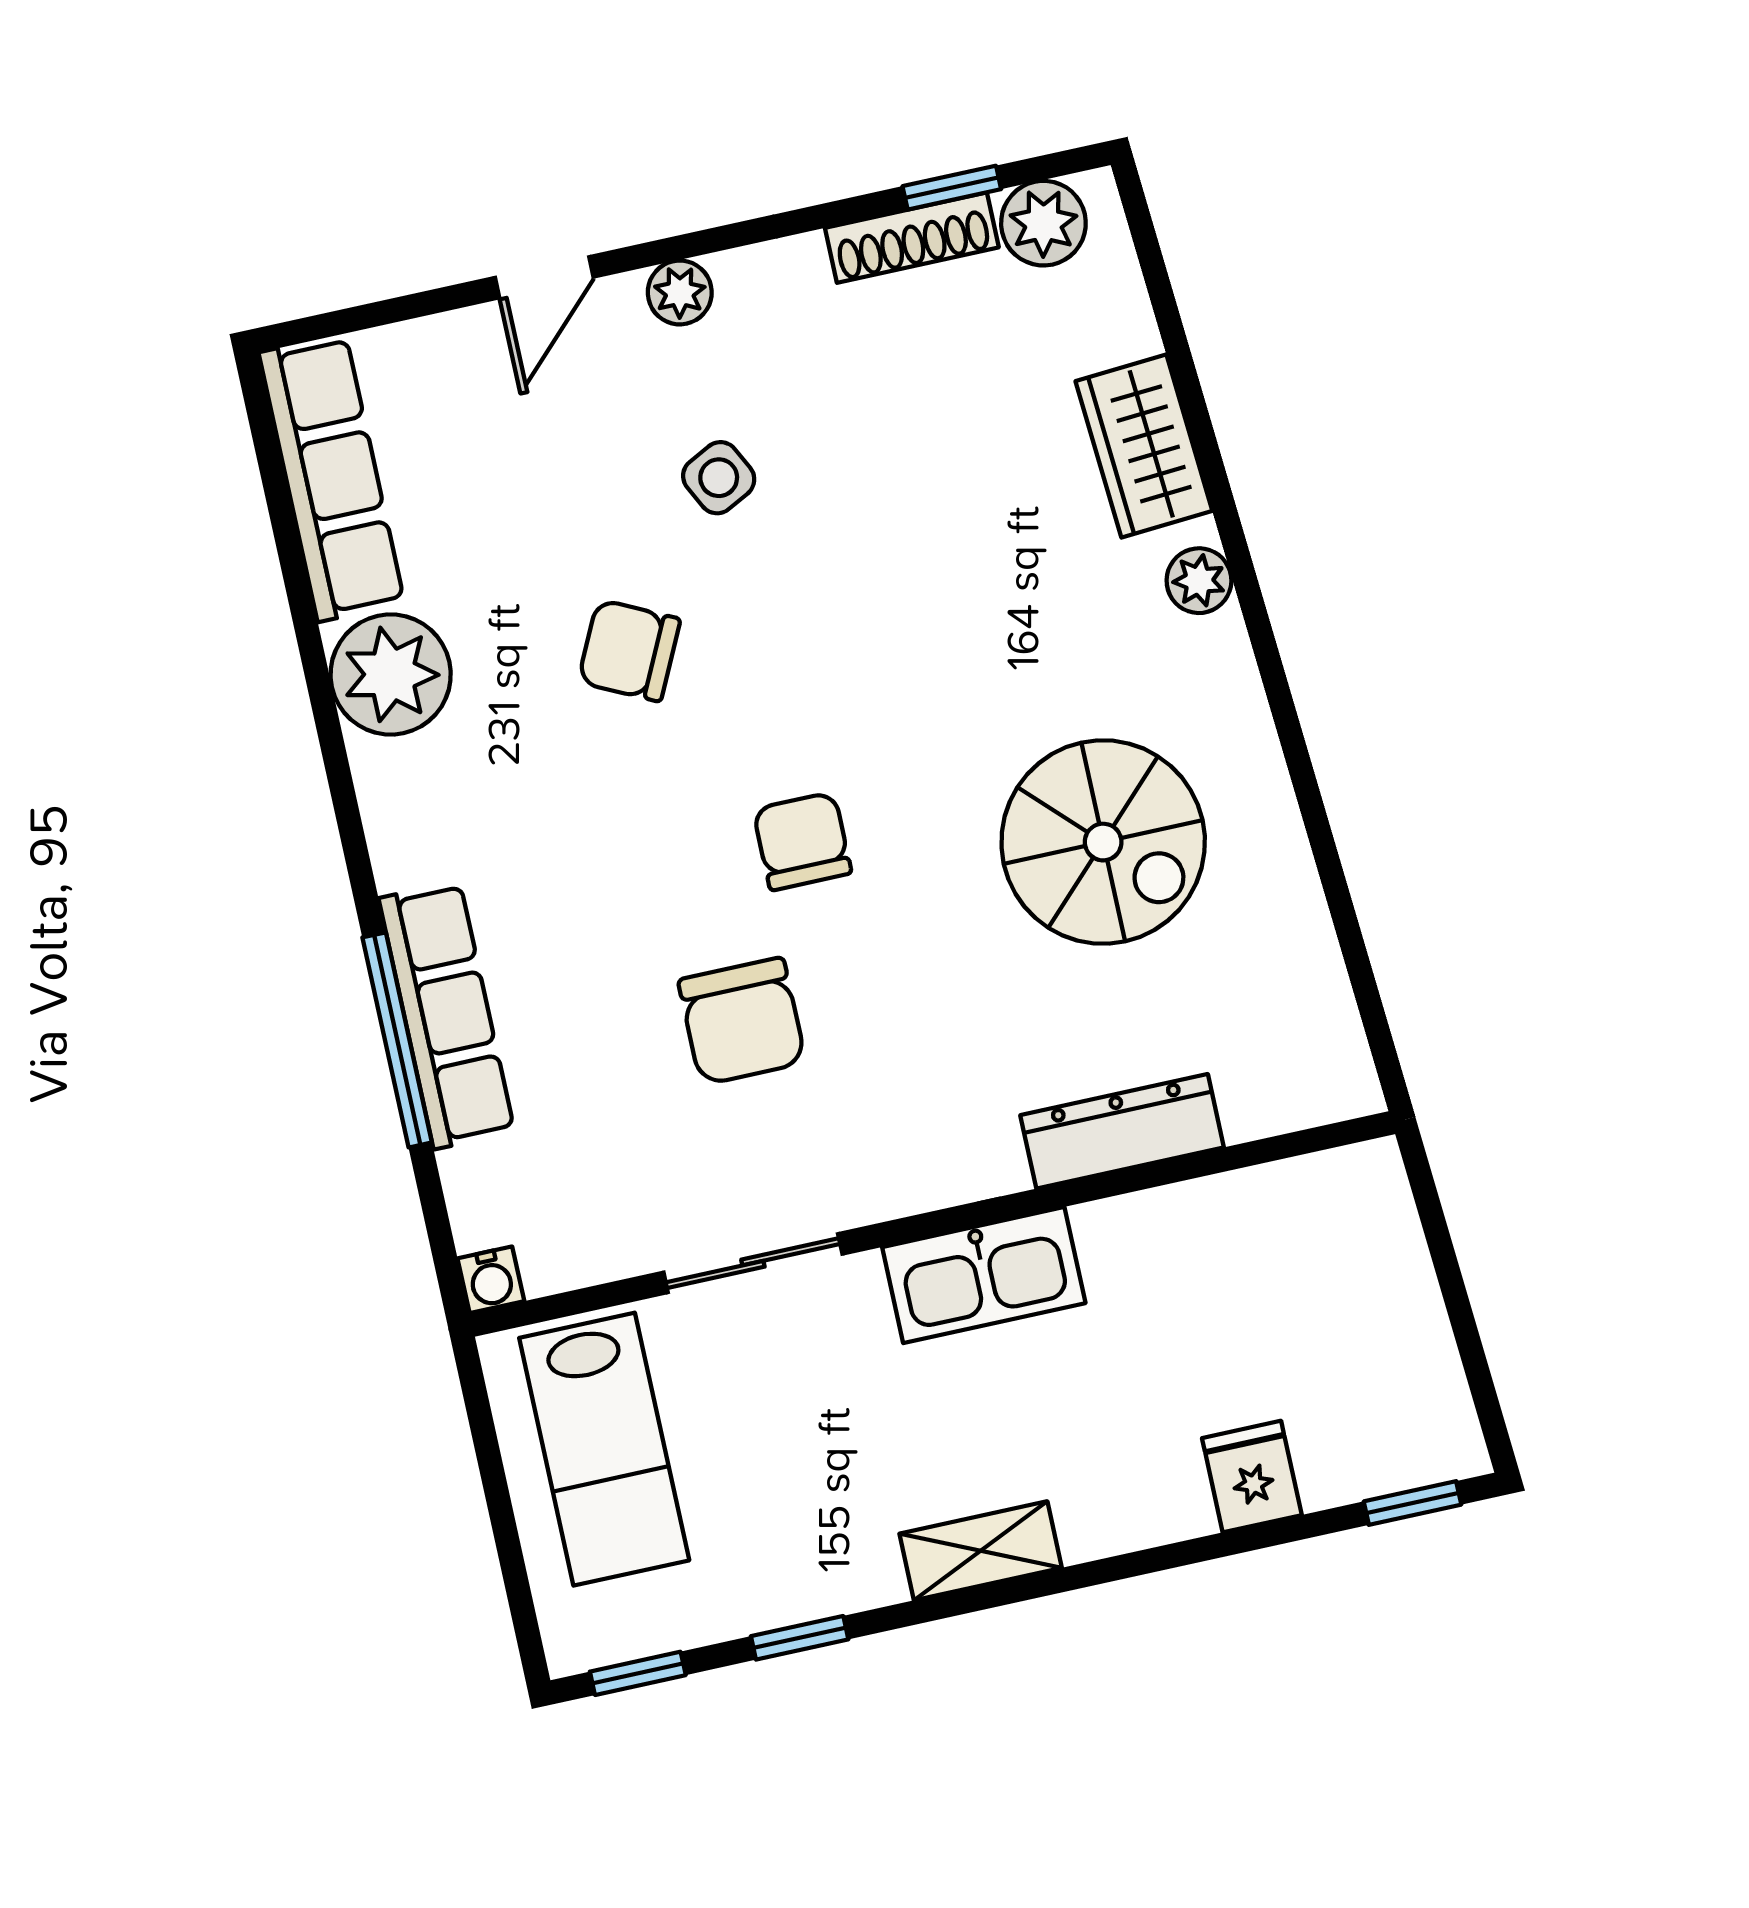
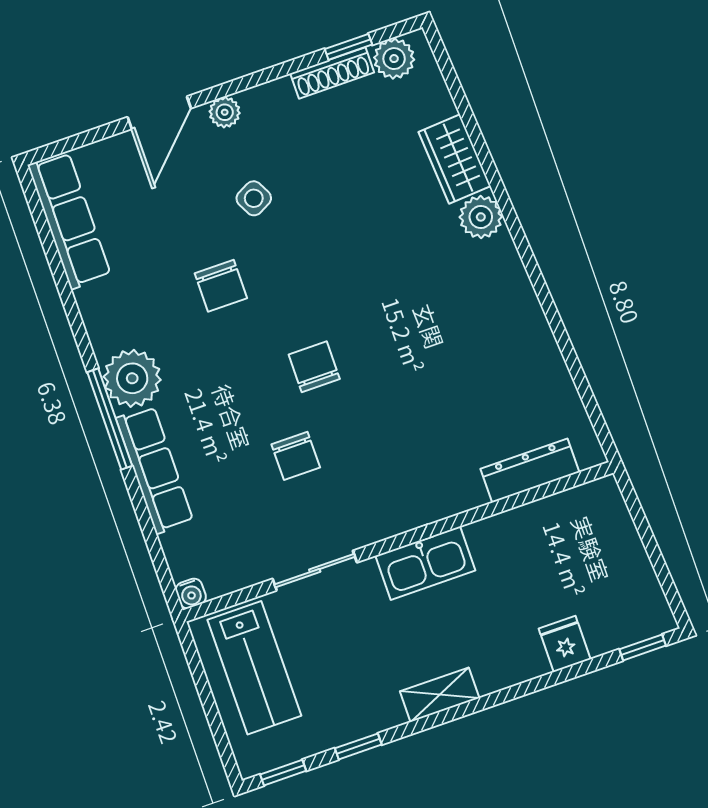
door: (544, 277) -> (159, 113), width x1.38
plant: (1199, 581) -> (481, 217), width x1.38, depth x1.38
chair: (629, 651) -> (221, 286), turned -116
plant: (391, 674) -> (132, 378), moved
spiral stairs: (1103, 842) -> (458, 350), removed
chair: (742, 1021) -> (296, 456), width x0.73, depth x0.73
window: (397, 1040) -> (110, 419), moved
dresser: (1122, 1131) -> (530, 470), moved

